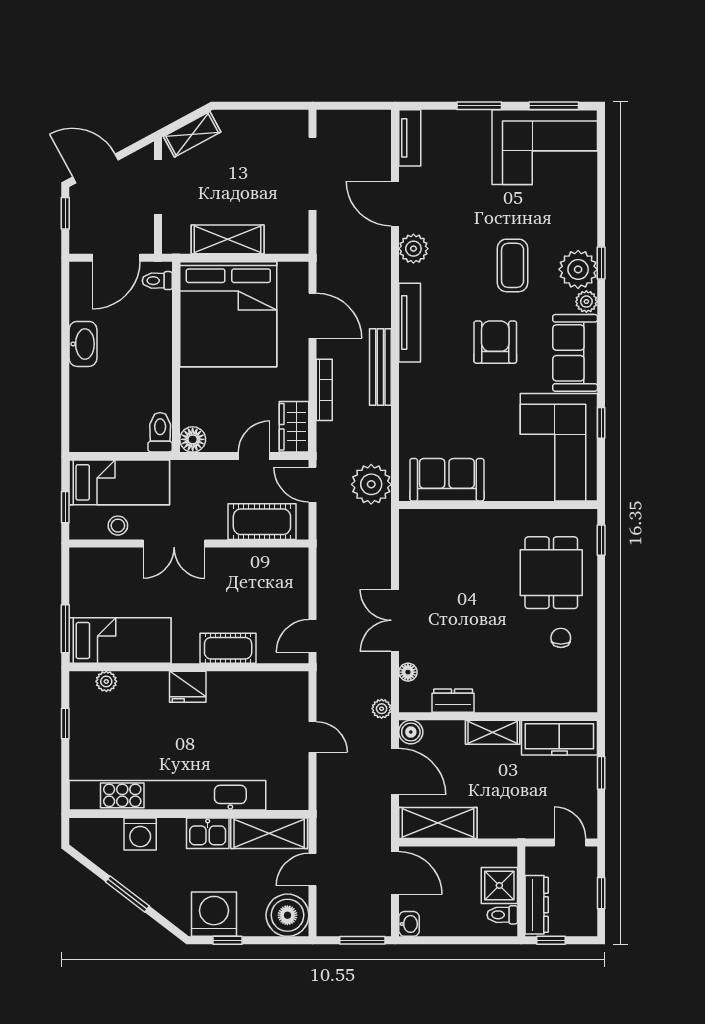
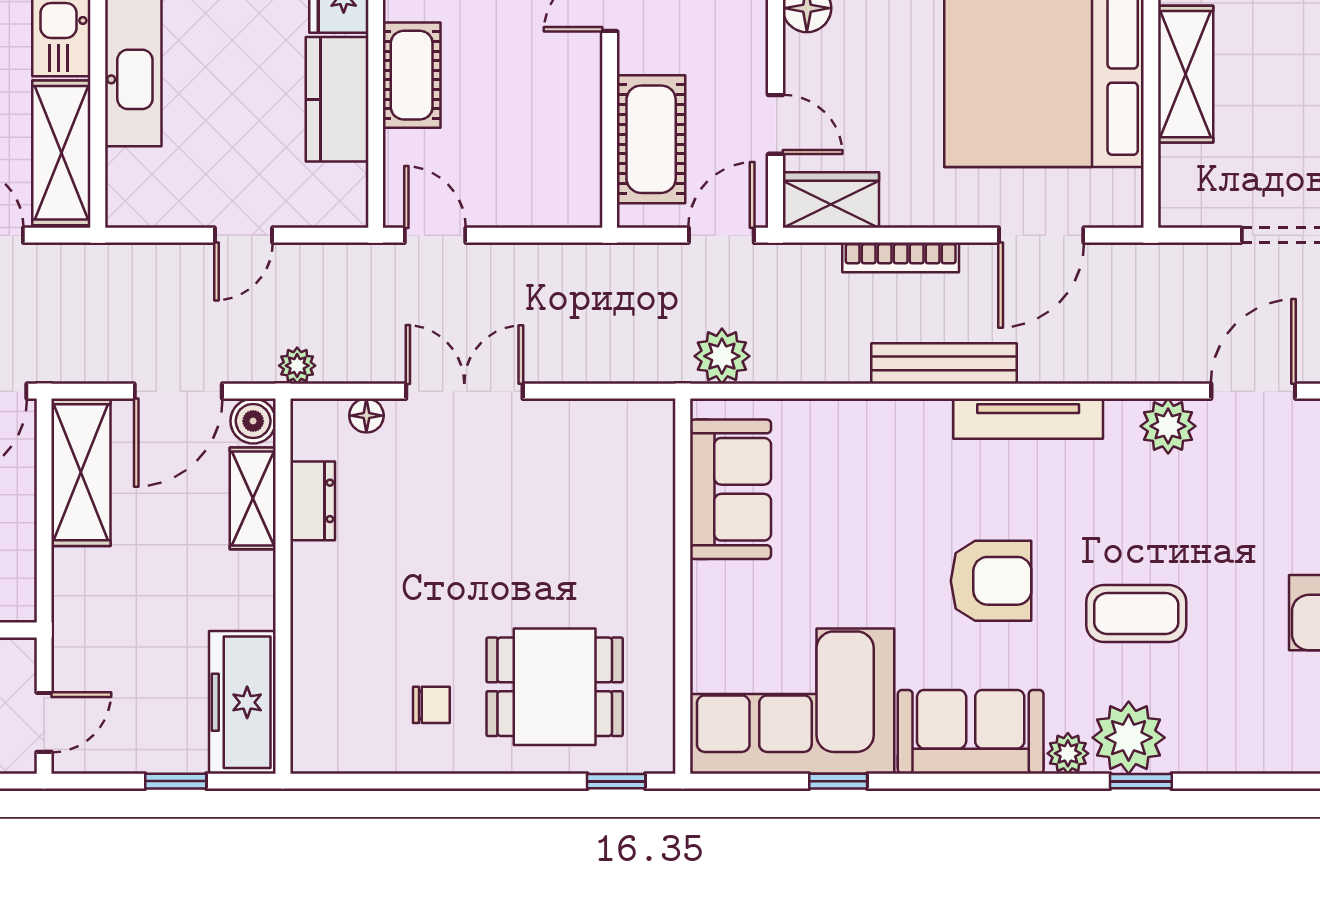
plant: (371, 484) -> (722, 356), width x0.73, depth x0.73
kitchen counter: (241, 688) -> (337, 99), added
shelving: (493, 732) -> (253, 498), moved

